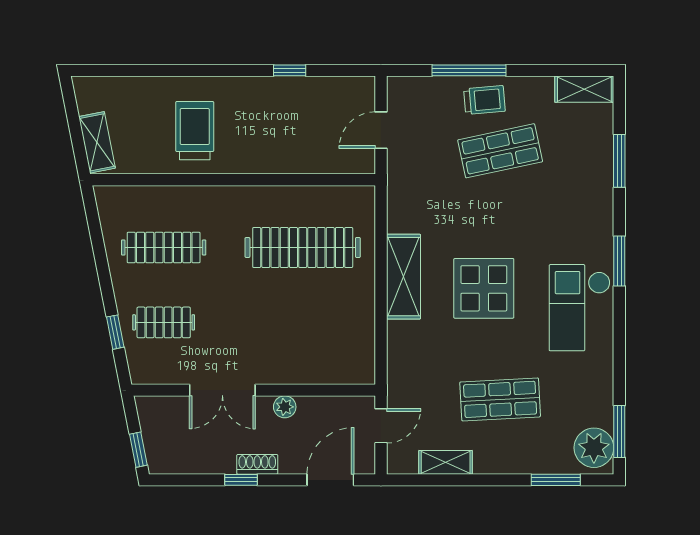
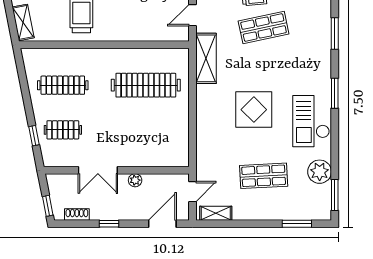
shelving: (403, 277) -> (206, 58), moved
plant: (594, 448) -> (320, 172), moved
shelving: (446, 462) -> (216, 213), moved
shoe rack: (257, 464) -> (77, 215), moved

